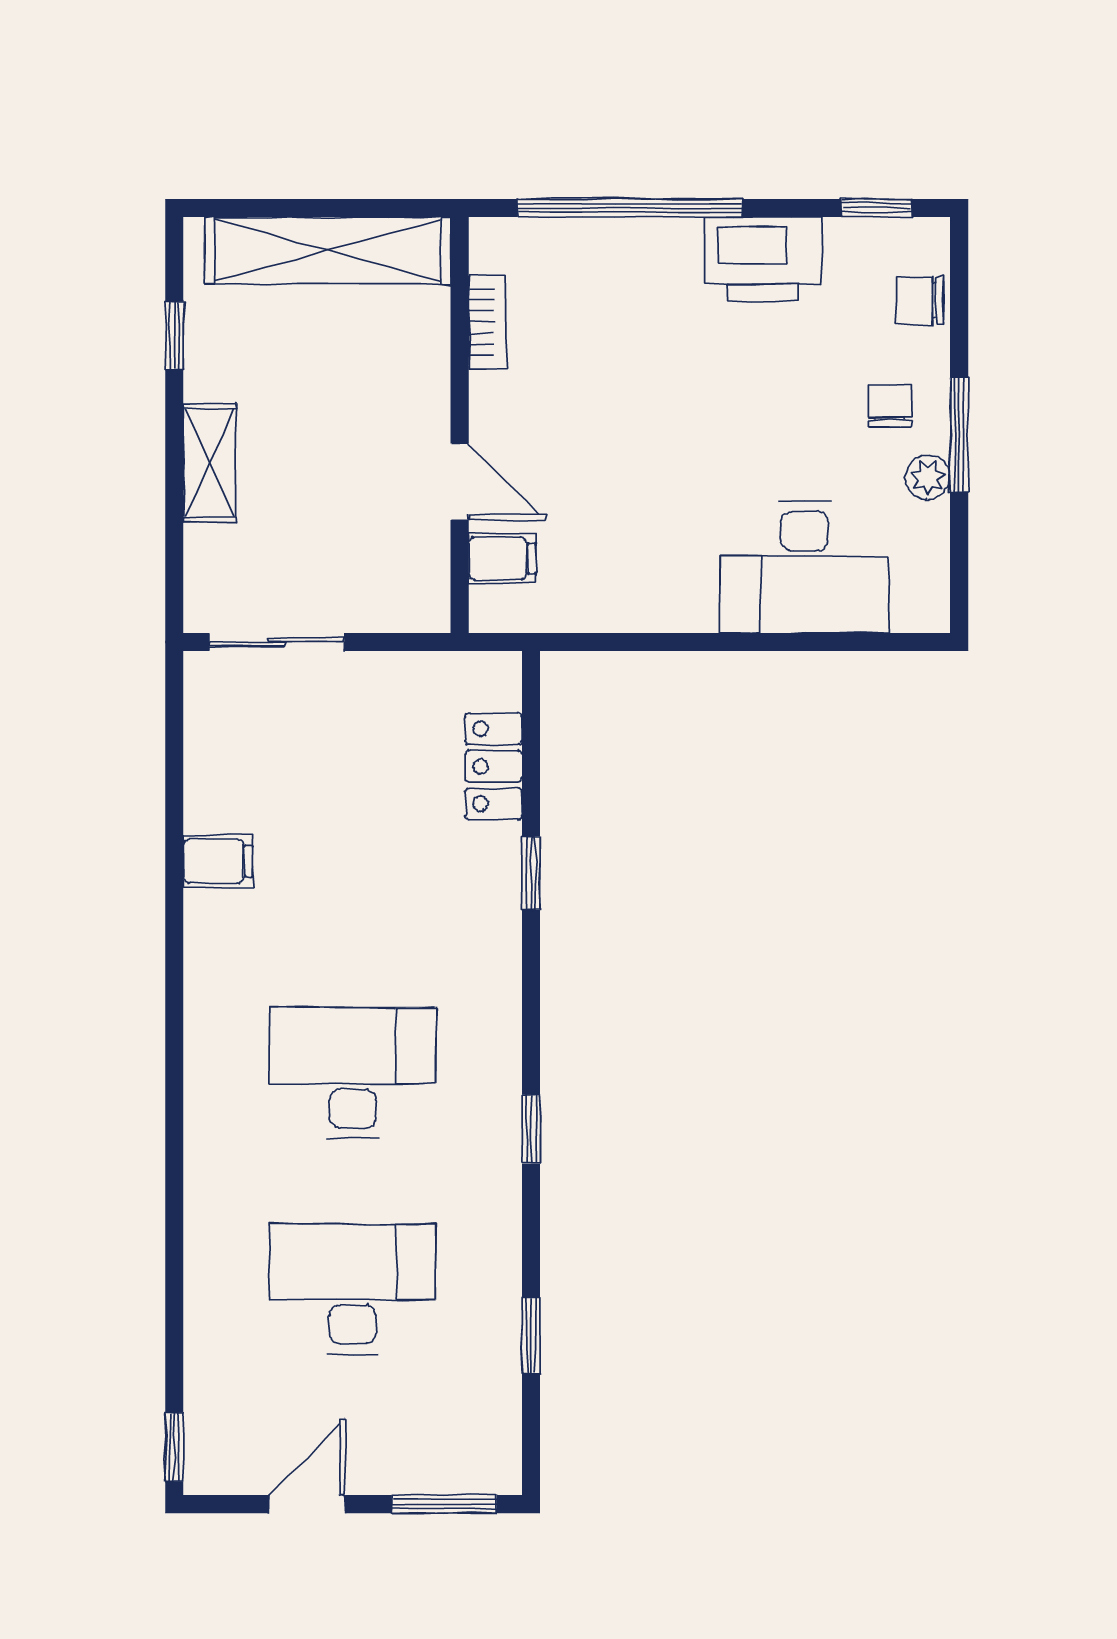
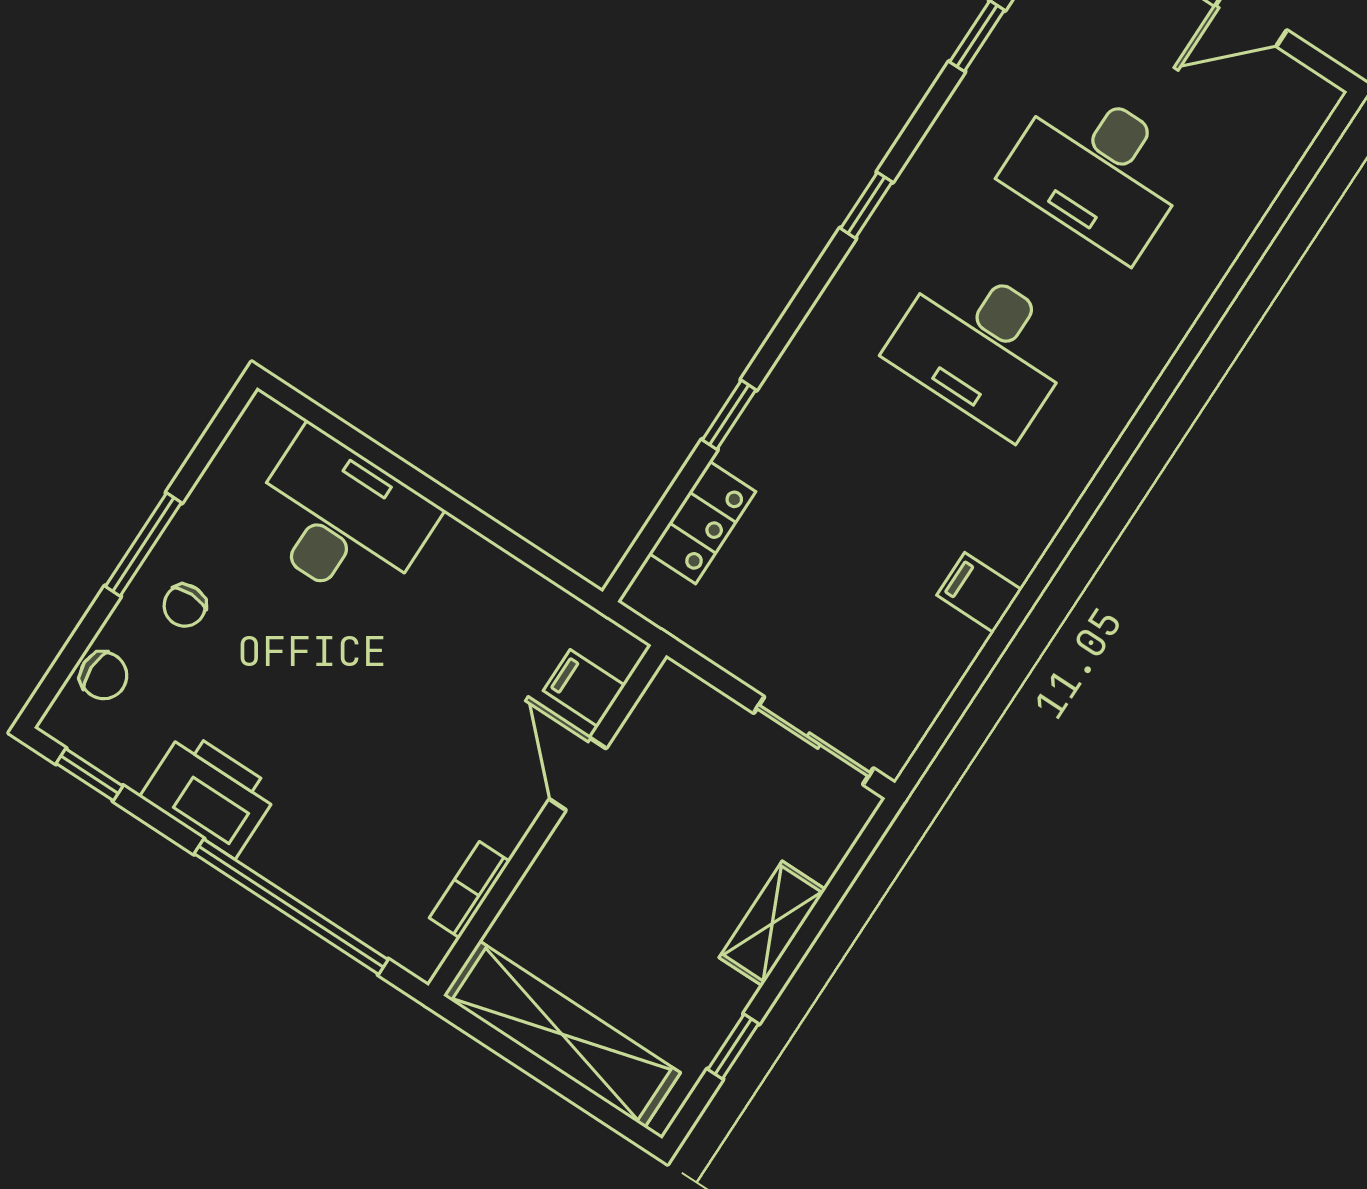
plant: (928, 477) -> (192, 527), removed
window: (174, 1447) -> (1329, 136), removed

